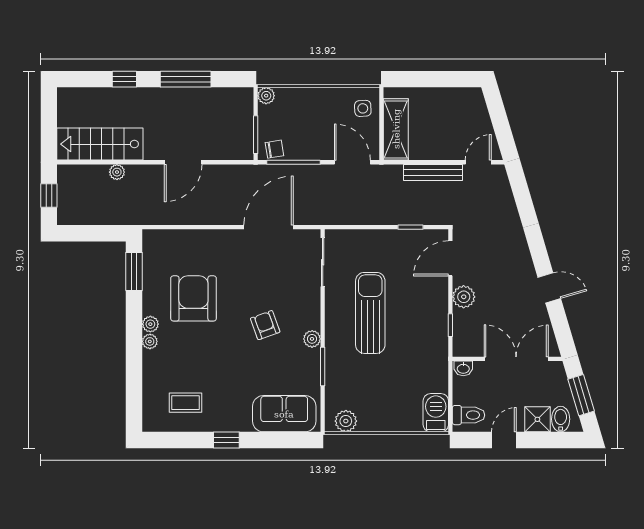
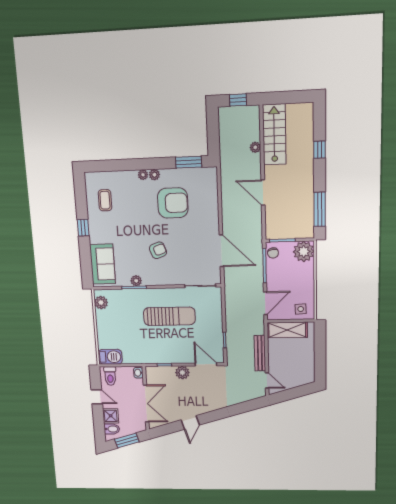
window: (186, 79) -> (320, 209), moved
plant: (266, 96) -> (304, 251), width x1.88, depth x1.88
plant: (312, 339) -> (136, 281), moved

